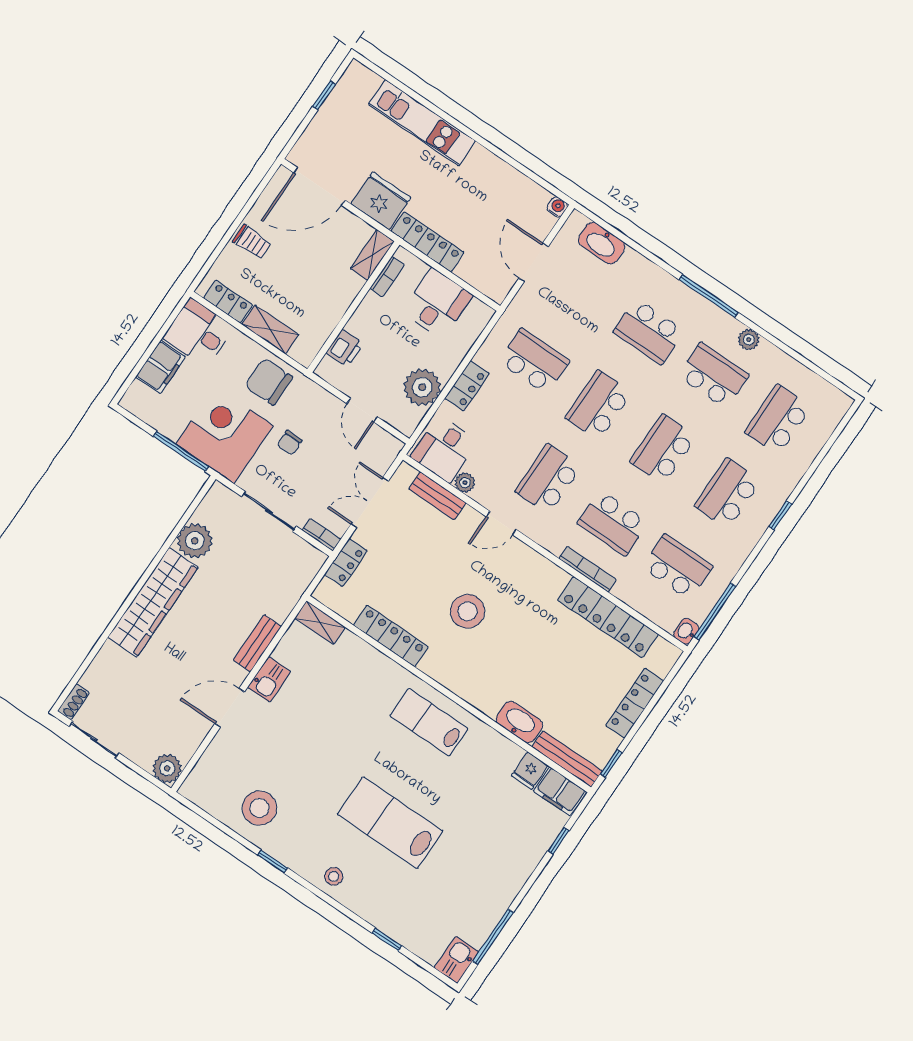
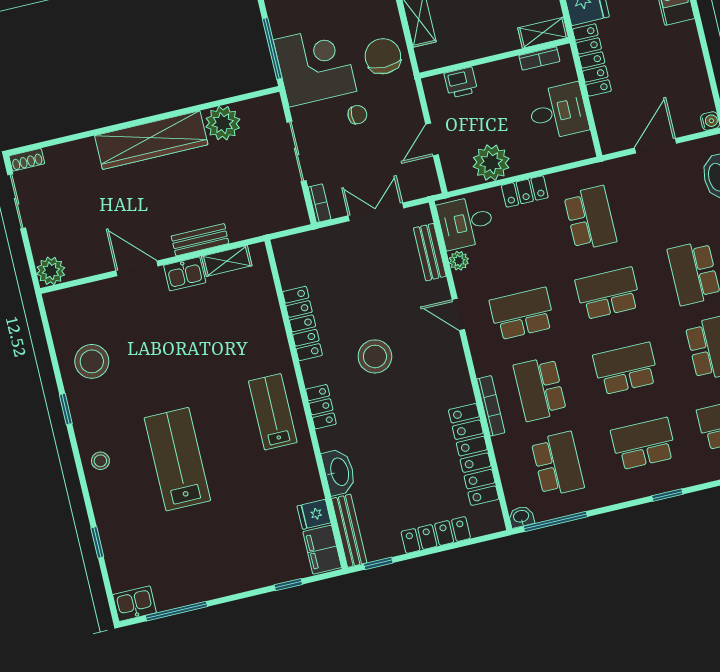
chair: (290, 443) -> (357, 115), turned 180
locker: (346, 563) -> (321, 407), moved, turned -90
shelving: (320, 623) -> (227, 261), moved, turned 90

